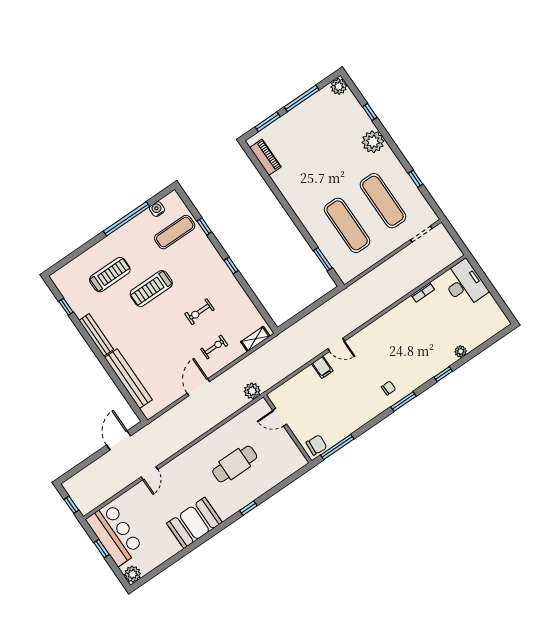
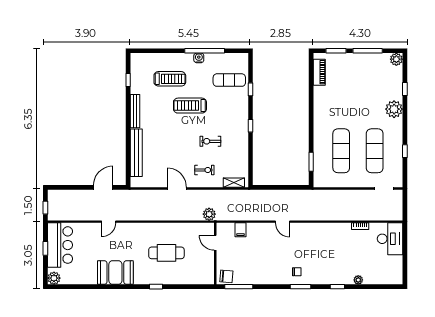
water cooler: (157, 209) -> (199, 58), moved
filing cabinet: (322, 367) -> (240, 230), moved
door: (198, 387) -> (177, 189), hinge flipped

